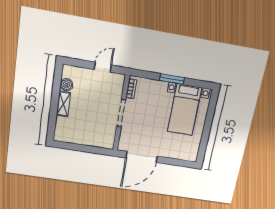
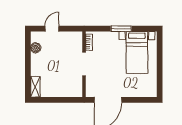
door: (103, 67) -> (52, 29), moved
shelving: (63, 104) -> (35, 87), moved

